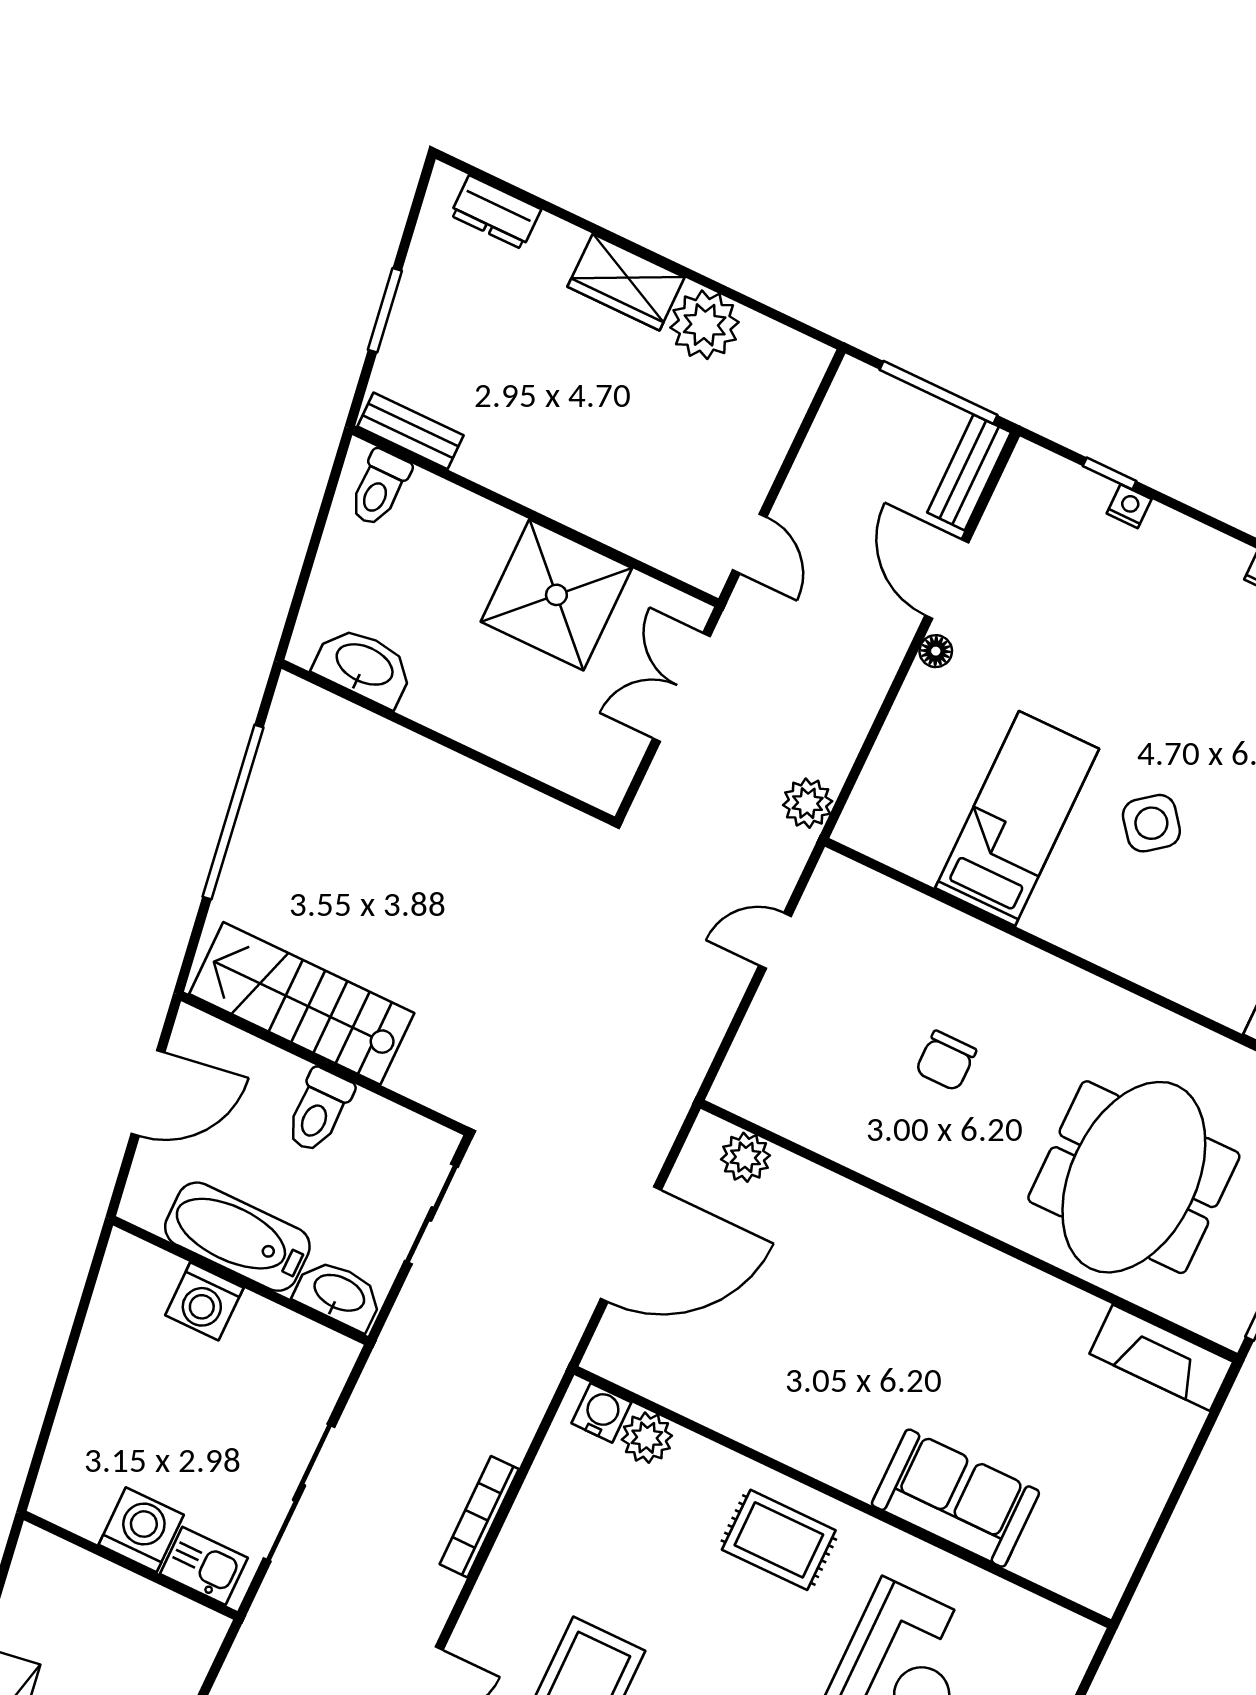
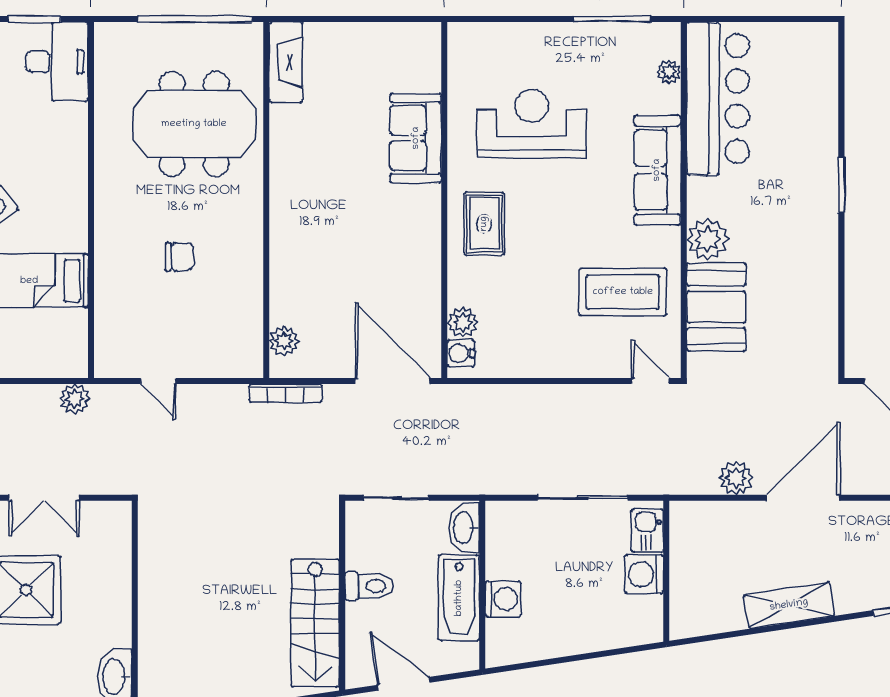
door: (631, 1244) -> (392, 381), moved
bookcase: (479, 1517) -> (286, 393), moved

